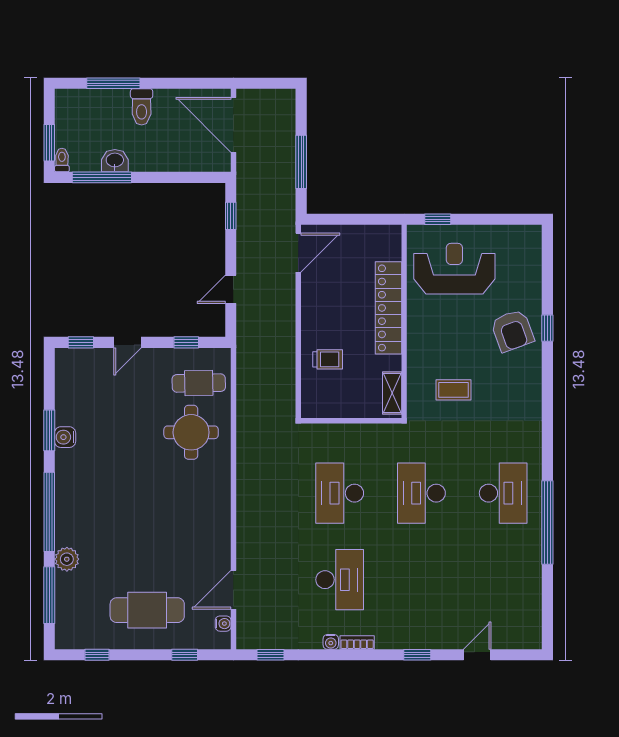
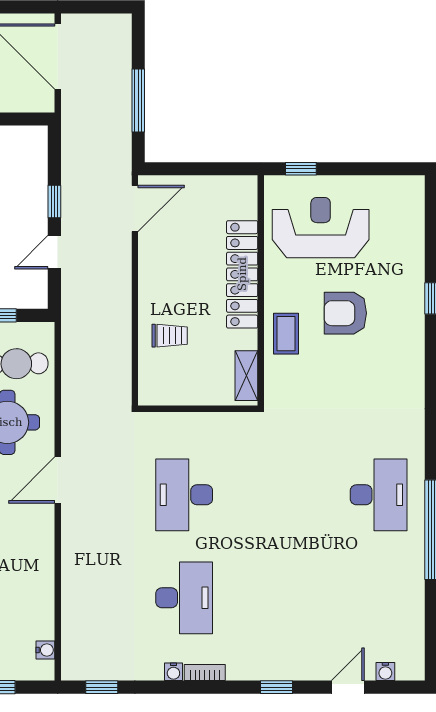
window: (231, 216) -> (54, 202), moved
armchair: (512, 331) -> (345, 313), moved, turned 110
coffee table: (454, 390) -> (286, 334), moved, turned 90
desk: (421, 493) -> (281, 495), removed
door: (233, 590) -> (58, 480), moved
water cooler: (509, 642) -> (385, 672), added

